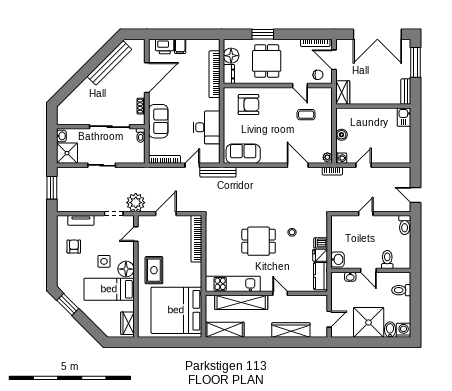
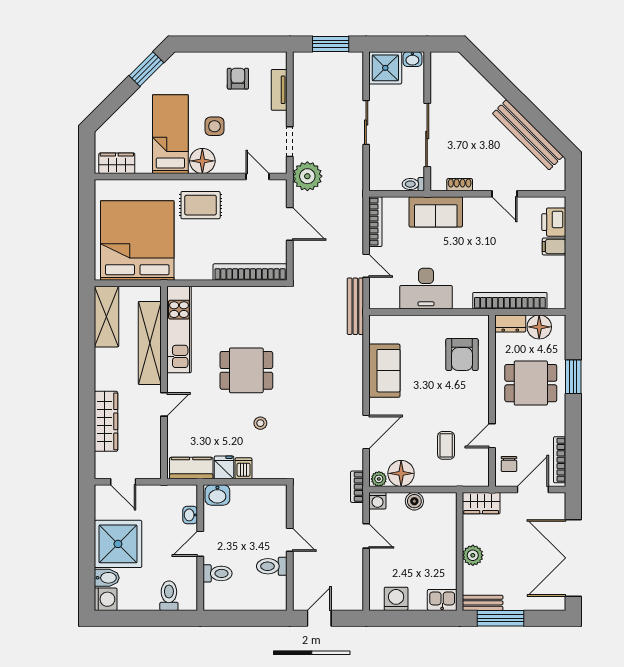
window: (416, 62) -> (501, 618), moved
door: (147, 78) -> (505, 194), width x0.53
plant: (376, 98) -> (473, 555), added
floor lamp: (324, 143) -> (401, 473), added
washing machine: (403, 146) -> (396, 599), added
sofa: (243, 154) -> (384, 371), moved
toilet: (405, 225) -> (272, 566), moved
dining table: (259, 241) -> (246, 370), turned 90
armchair: (74, 247) -> (238, 79), turned -90

